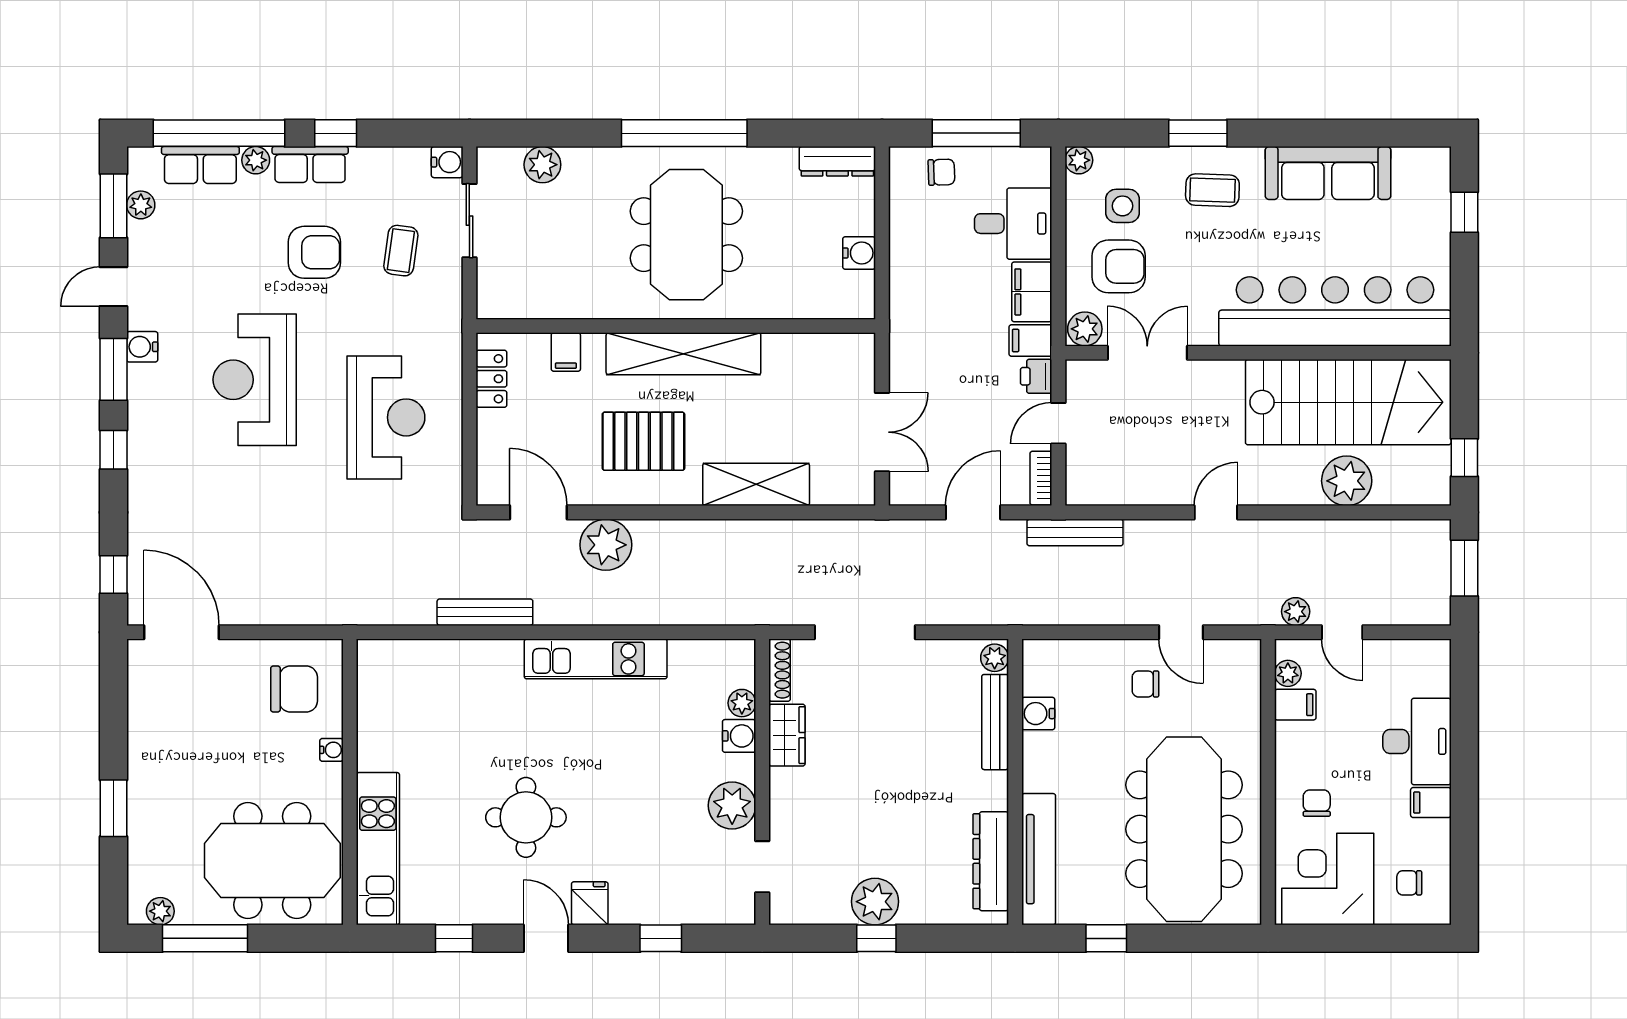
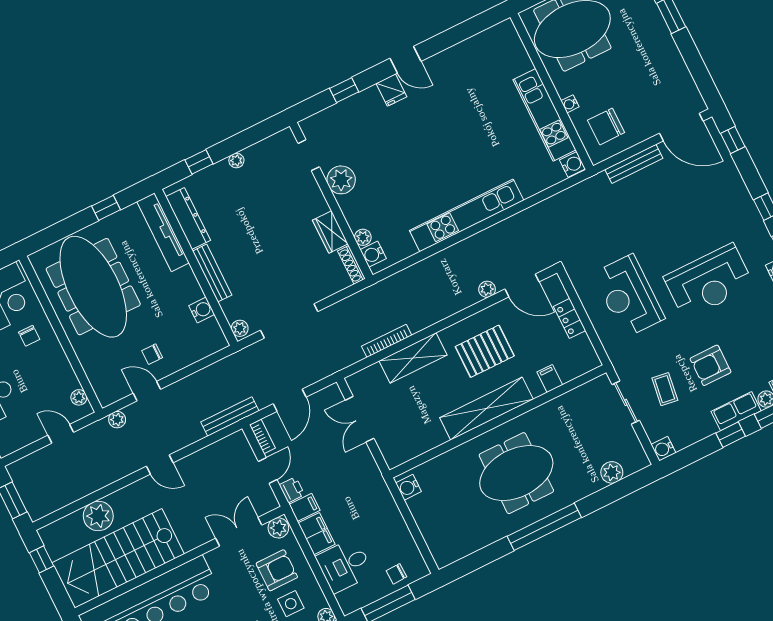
dresser: (837, 161) -> (455, 552), removed
sliding door: (469, 221) -> (626, 402), moved
meeting table: (686, 235) -> (516, 473), turned 90
water cooler: (859, 253) -> (408, 487), moved
armchair: (1119, 266) -> (277, 570), turned 180
double door: (1147, 353) -> (239, 532), swing flipped
locker: (491, 379) -> (570, 318), moved
reception desk: (255, 380) -> (709, 281), turned 90
door: (1216, 512) -> (160, 464), hinge flipped
bookcase: (783, 530) -> (387, 341), added
plant: (606, 545) -> (487, 289), width x0.53, depth x0.53
bench: (485, 612) -> (634, 164), moved
plant: (1296, 612) -> (117, 420), moved
doorway: (865, 632) -> (289, 321), moved
water cooler: (373, 657) -> (572, 164), added
kitchen unit: (596, 659) -> (467, 215), width x1.36
chair: (1145, 684) -> (152, 354), turned 180
filing cabinet: (1295, 705) -> (67, 383), removed
bench: (995, 722) -> (212, 273), moved
water cooler: (739, 736) -> (373, 254), moved
round table: (526, 817) -> (448, 119), removed
kitchen unit: (378, 849) -> (545, 115), moved
plant: (875, 902) -> (236, 160), width x0.53, depth x0.53
window: (454, 938) -> (455, 35), removed
window: (876, 938) -> (199, 162), moved

